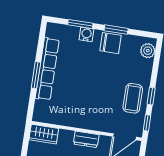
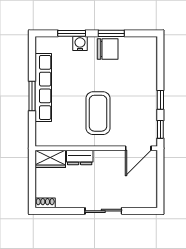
plant: (148, 51) -> (149, 51), removed
coffee table: (133, 98) -> (98, 113), moved, width x1.36, depth x1.32
dresser: (86, 139) -> (80, 157), moved

